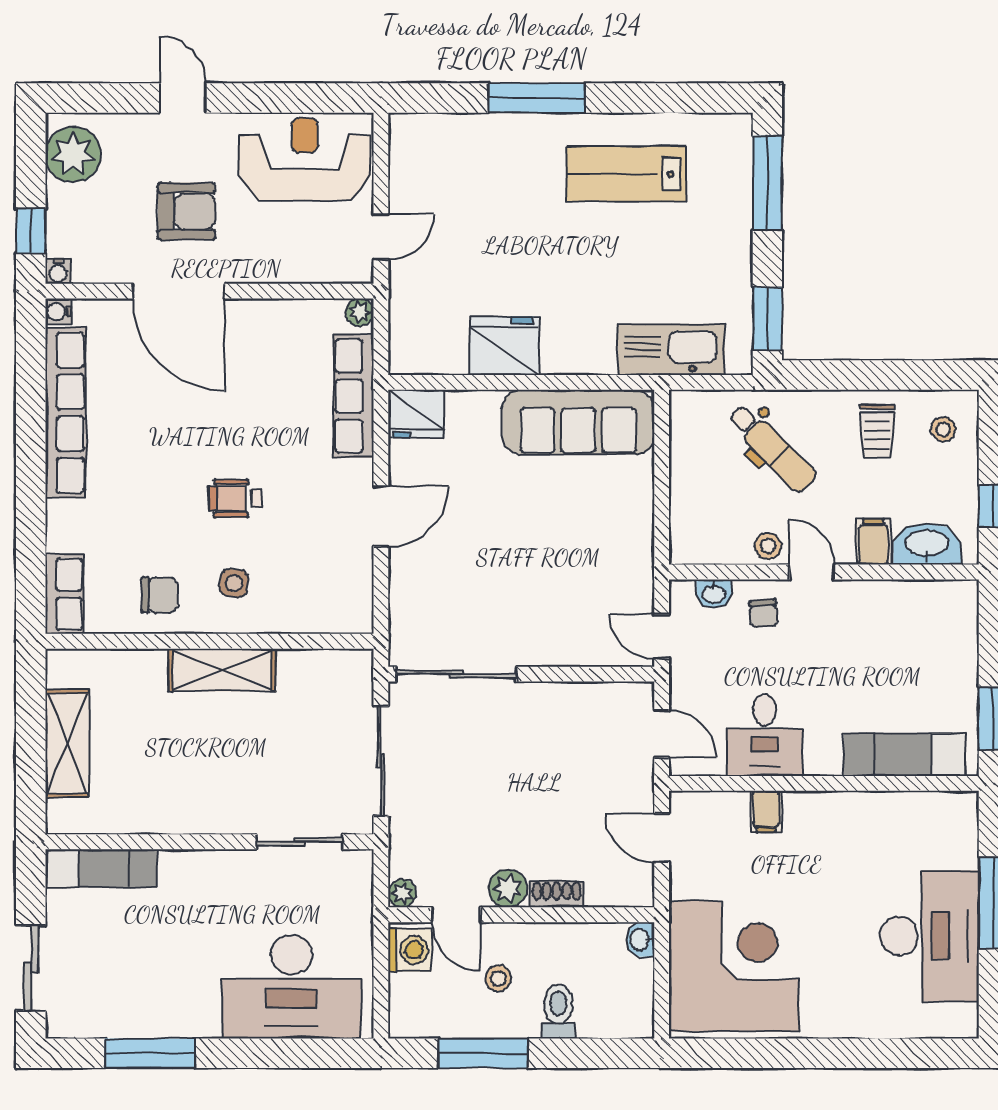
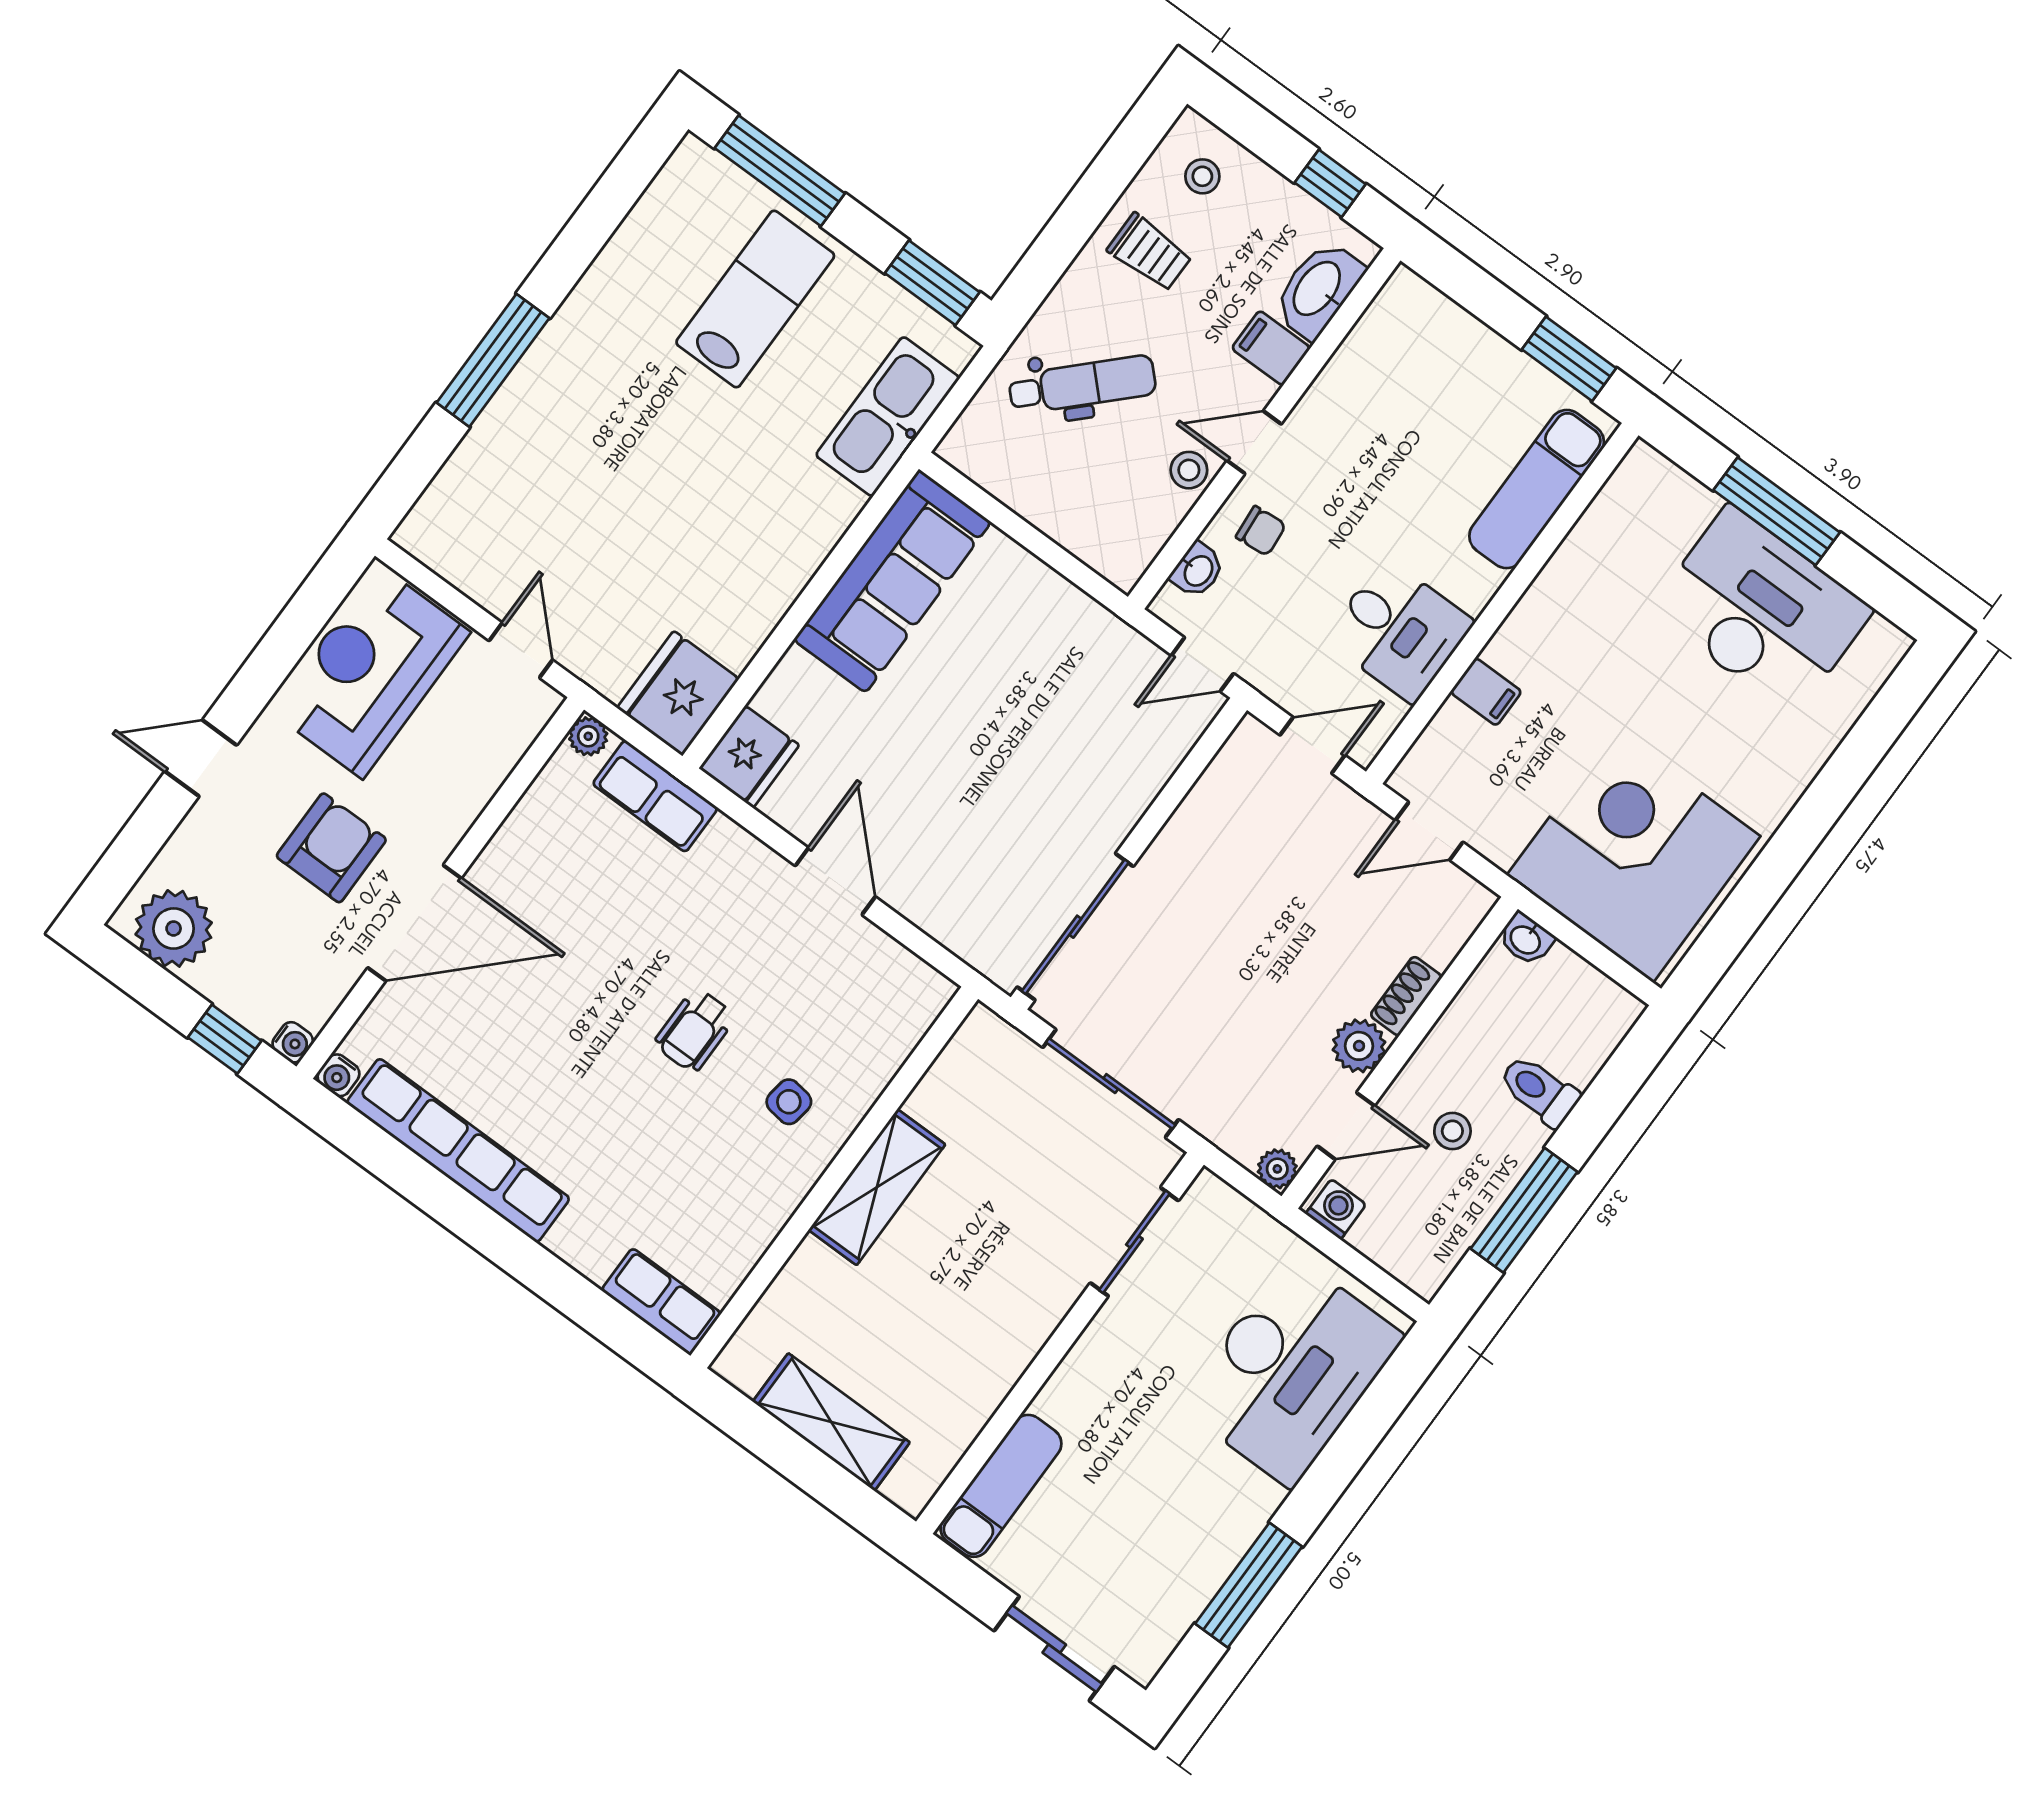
lab bench: (626, 174) -> (755, 299), moved, turned 180
fridge: (504, 346) -> (678, 693), moved
row of seats: (354, 396) -> (655, 796), width x0.68
chair: (160, 595) -> (741, 1195), removed
washing machine: (410, 950) -> (1336, 1209), width x0.73, depth x0.73

